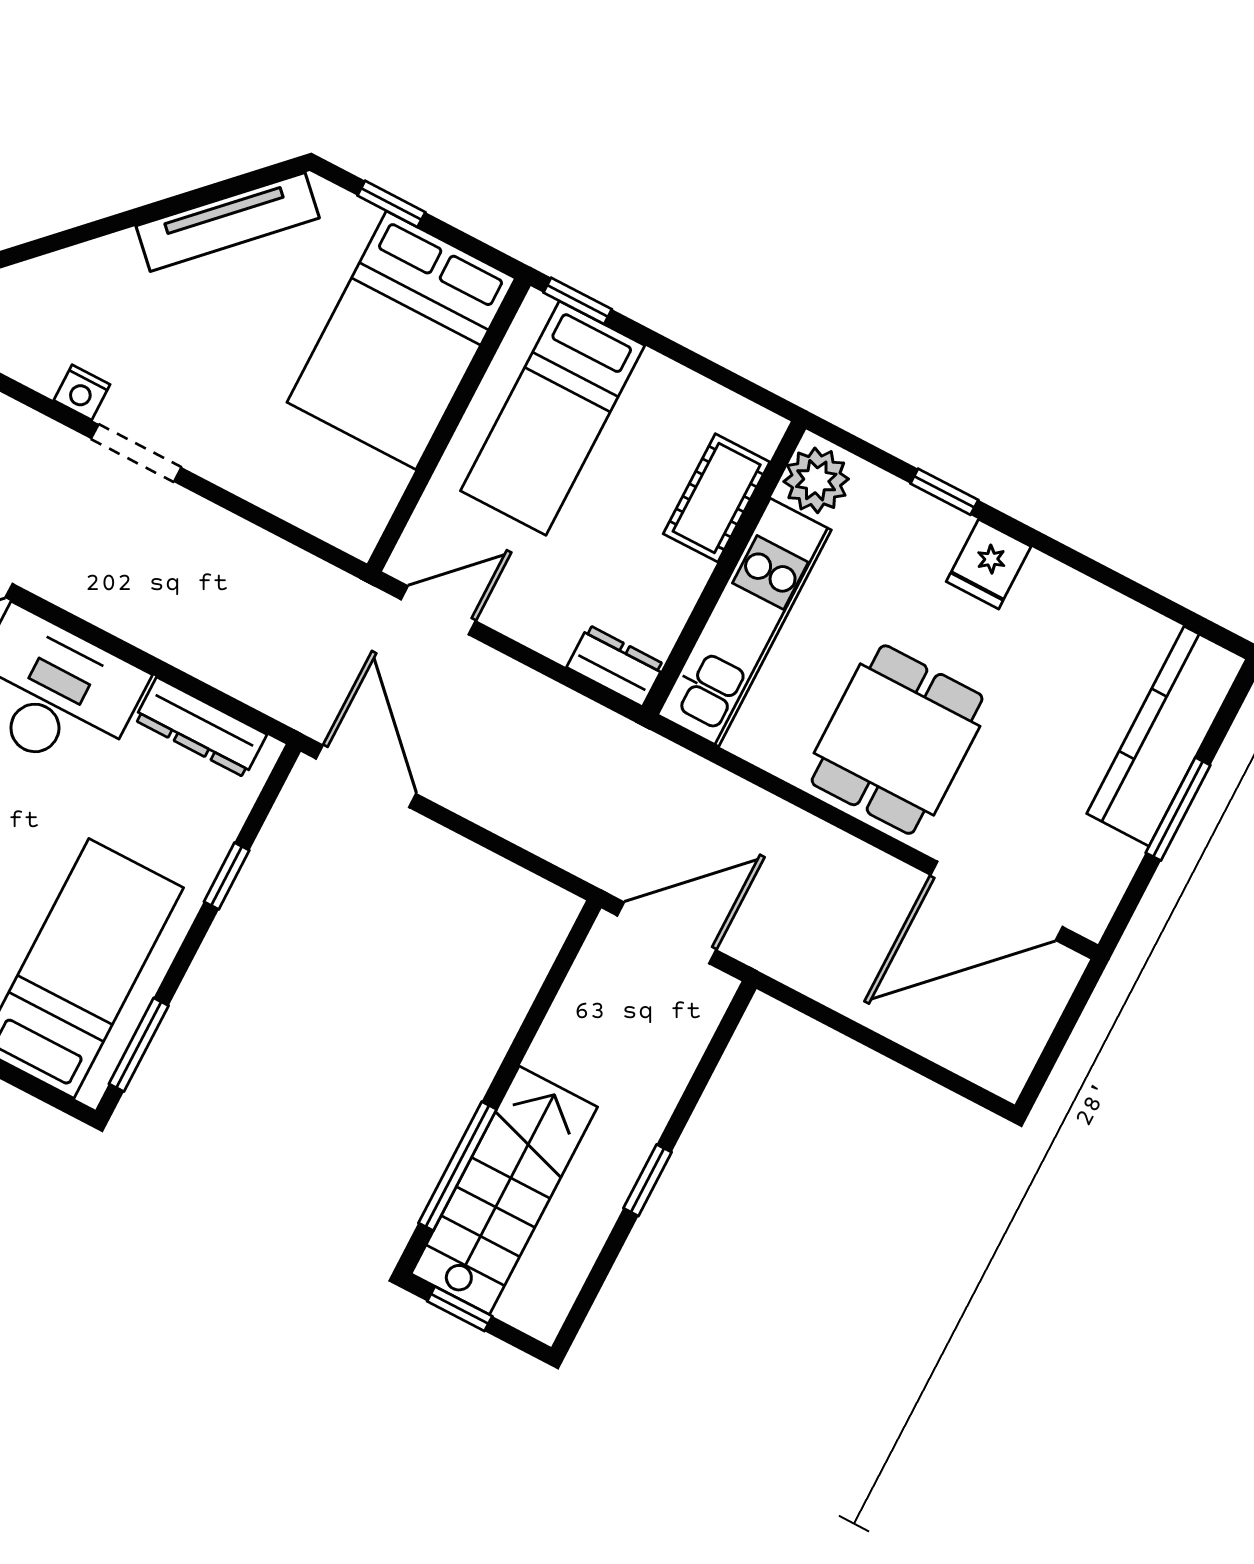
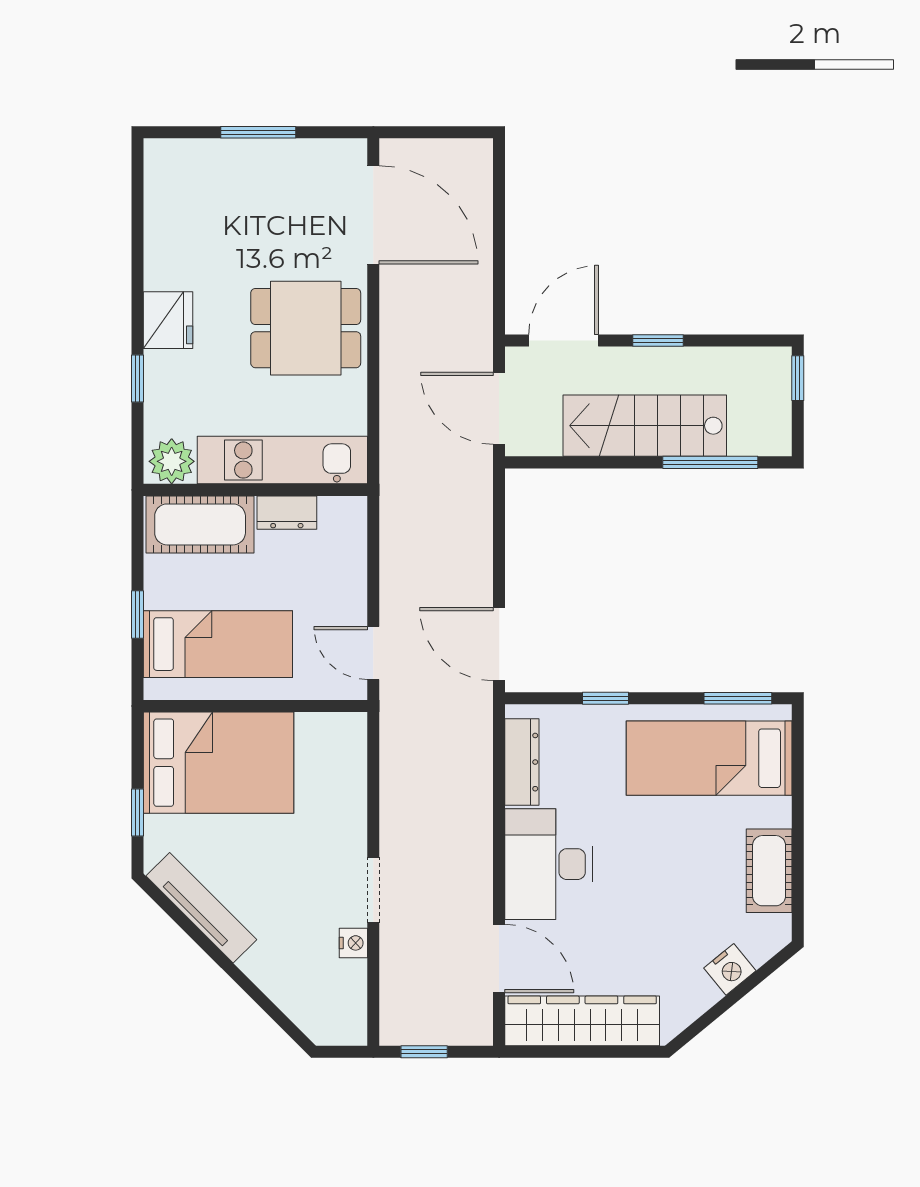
window: (578, 301) -> (138, 614), moved
cot: (717, 498) -> (200, 524), width x1.37, depth x1.34
fridge: (989, 564) -> (168, 320), width x1.38
dresser: (616, 666) -> (287, 513), moved, turned -90
kitchen counter: (1167, 736) -> (217, 163), removed
door: (366, 776) -> (499, 644), hinge flipped
door: (710, 1060) -> (564, 341), added
stairs: (504, 1190) -> (645, 426), moved
window: (460, 1309) -> (798, 378), moved

